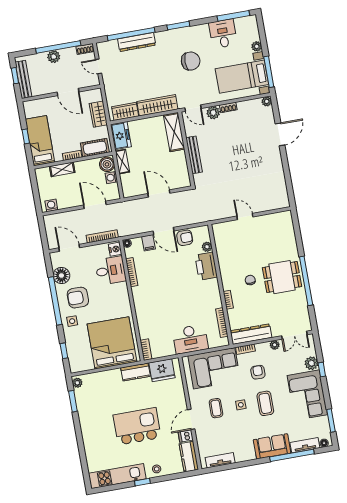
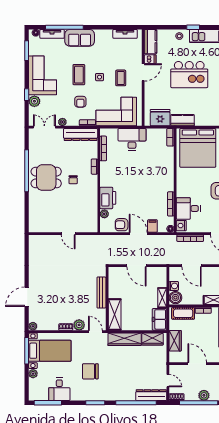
dresser: (137, 42) -> (151, 395), moved

